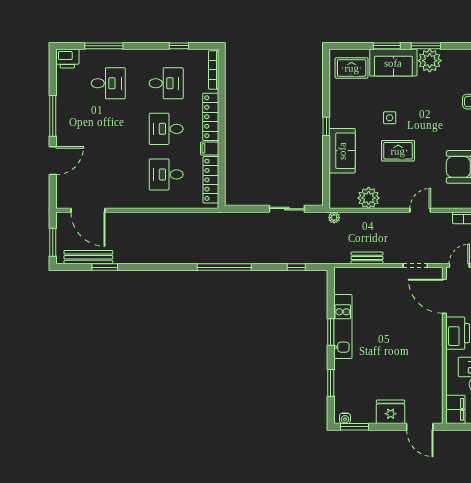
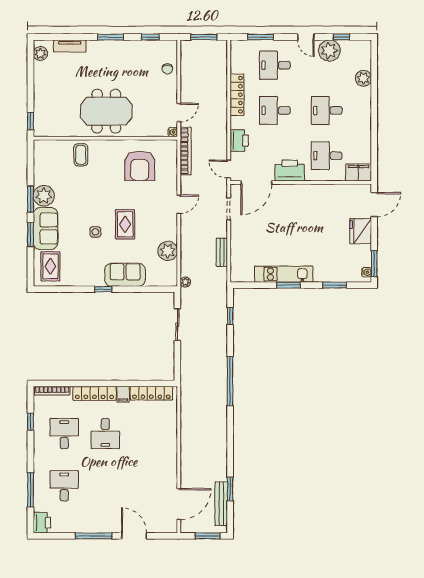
desk: (166, 174) -> (146, 434), removed
door: (420, 210) -> (179, 204), swing flipped

